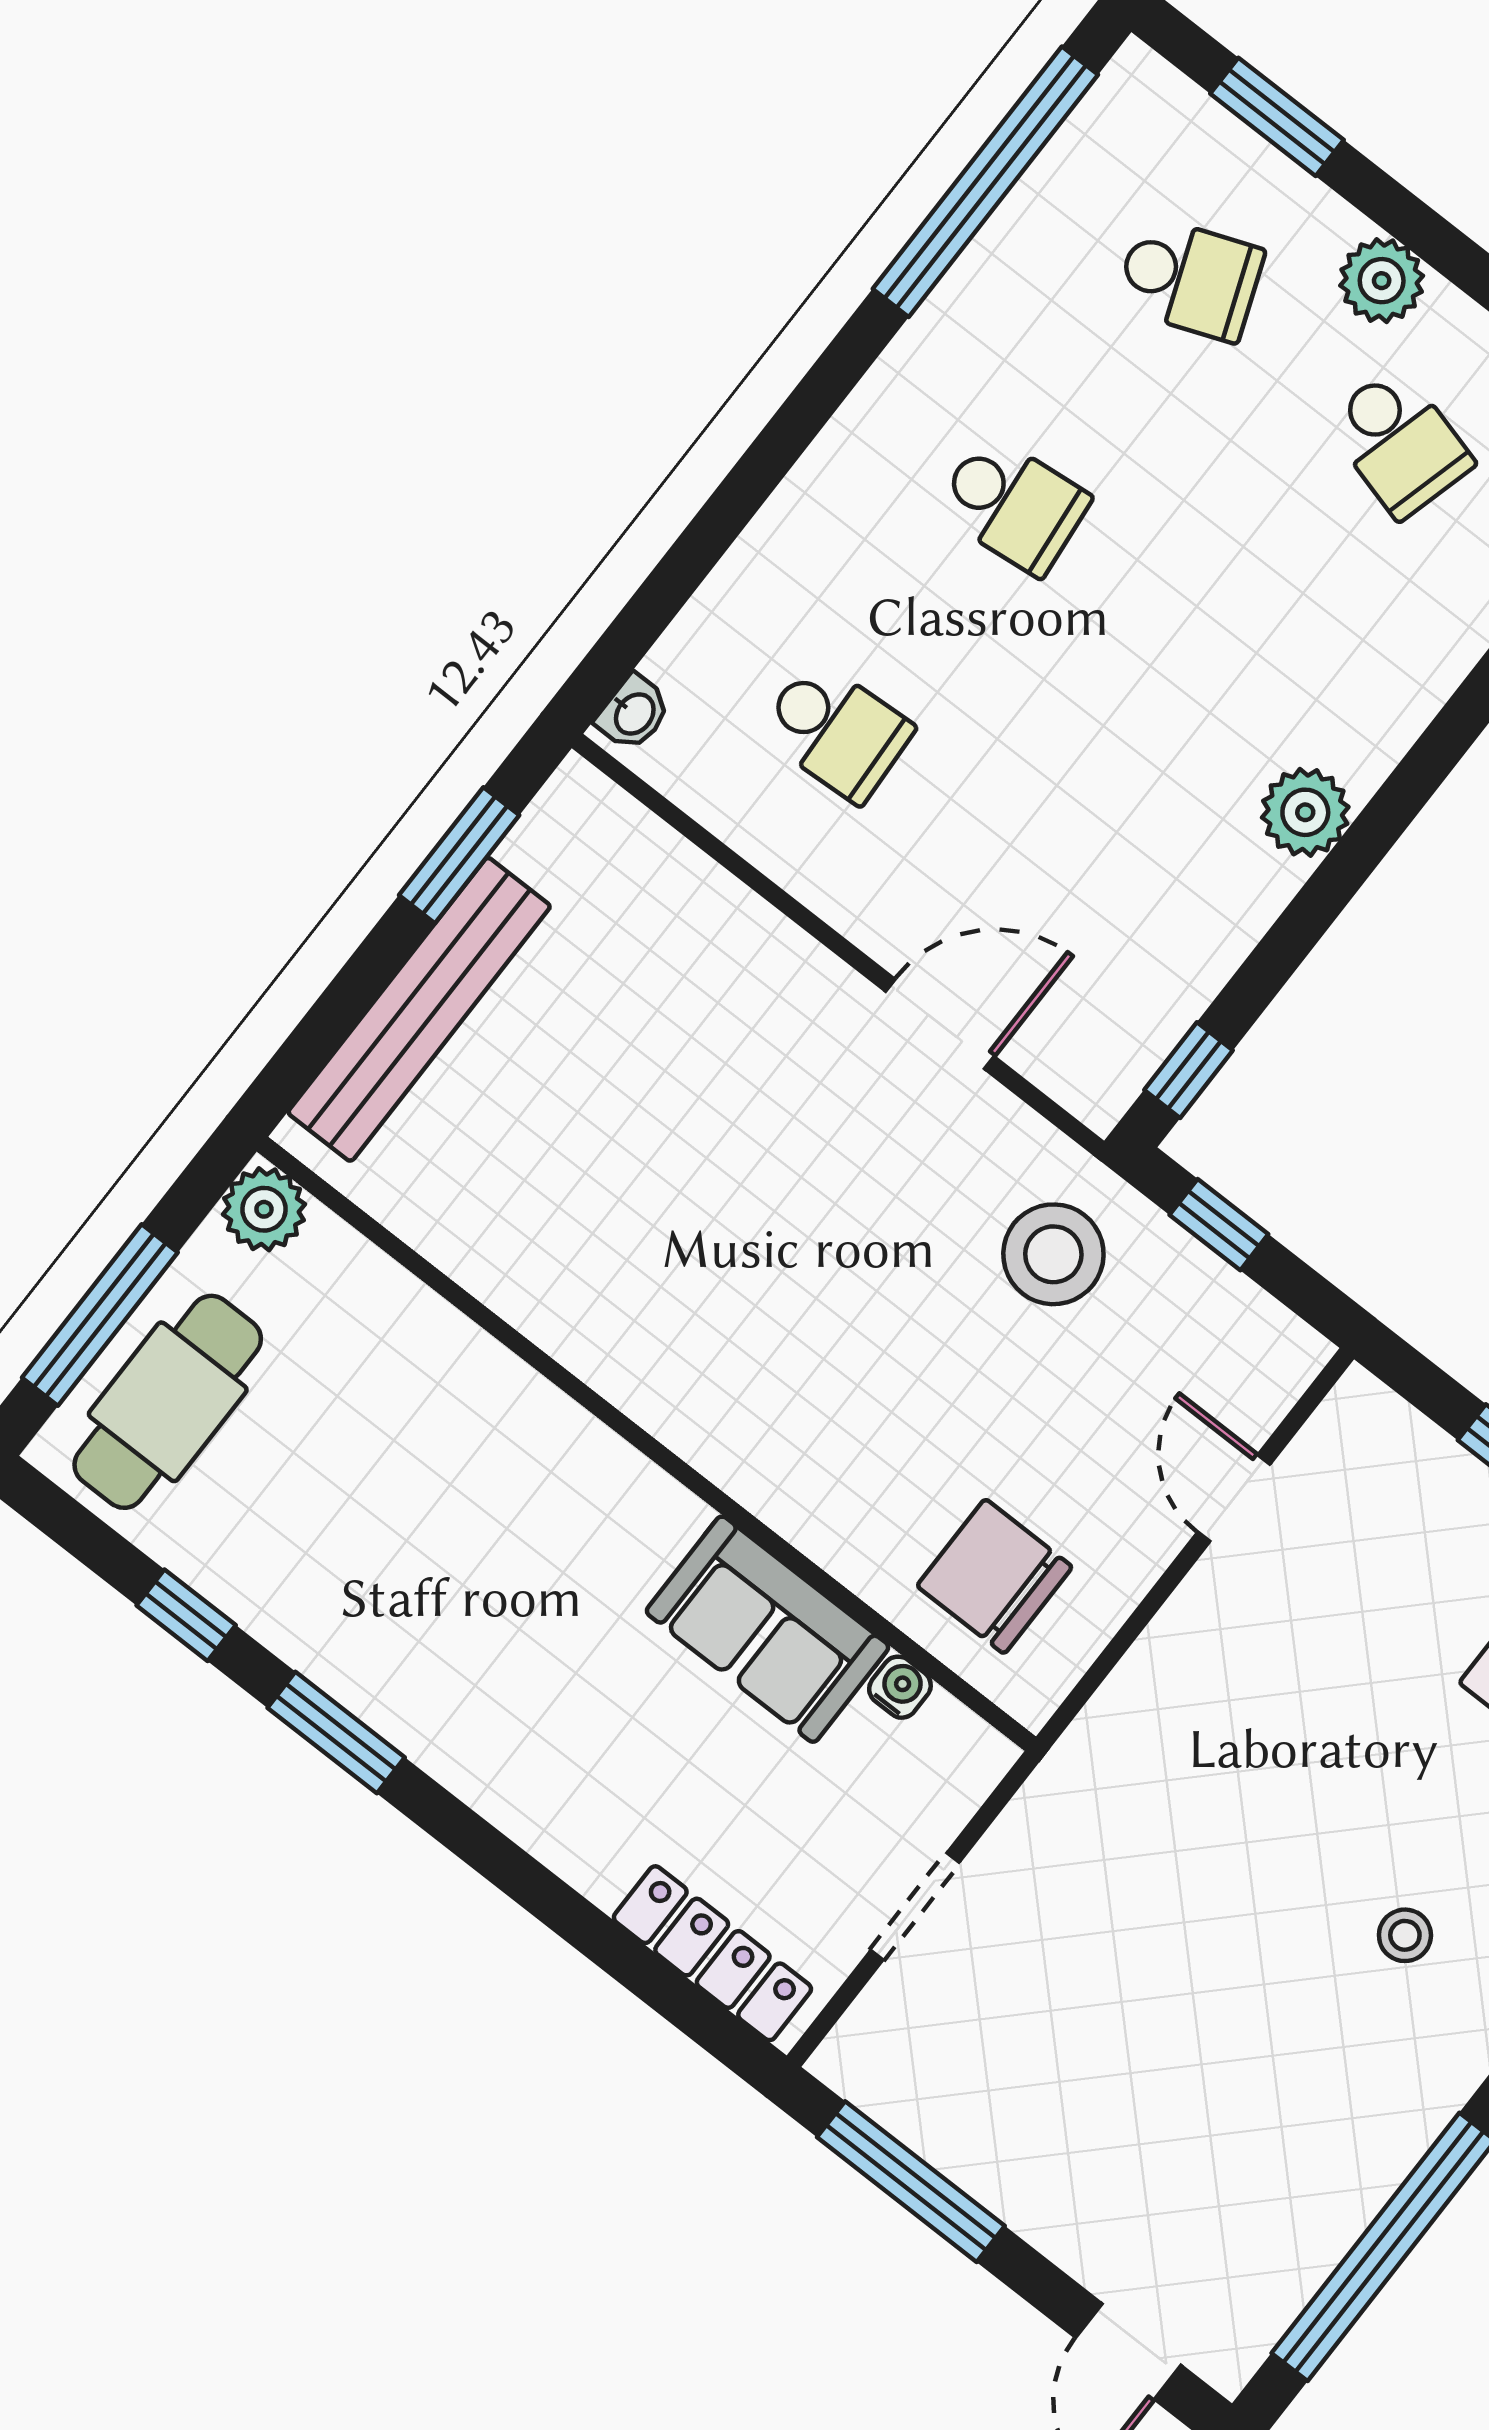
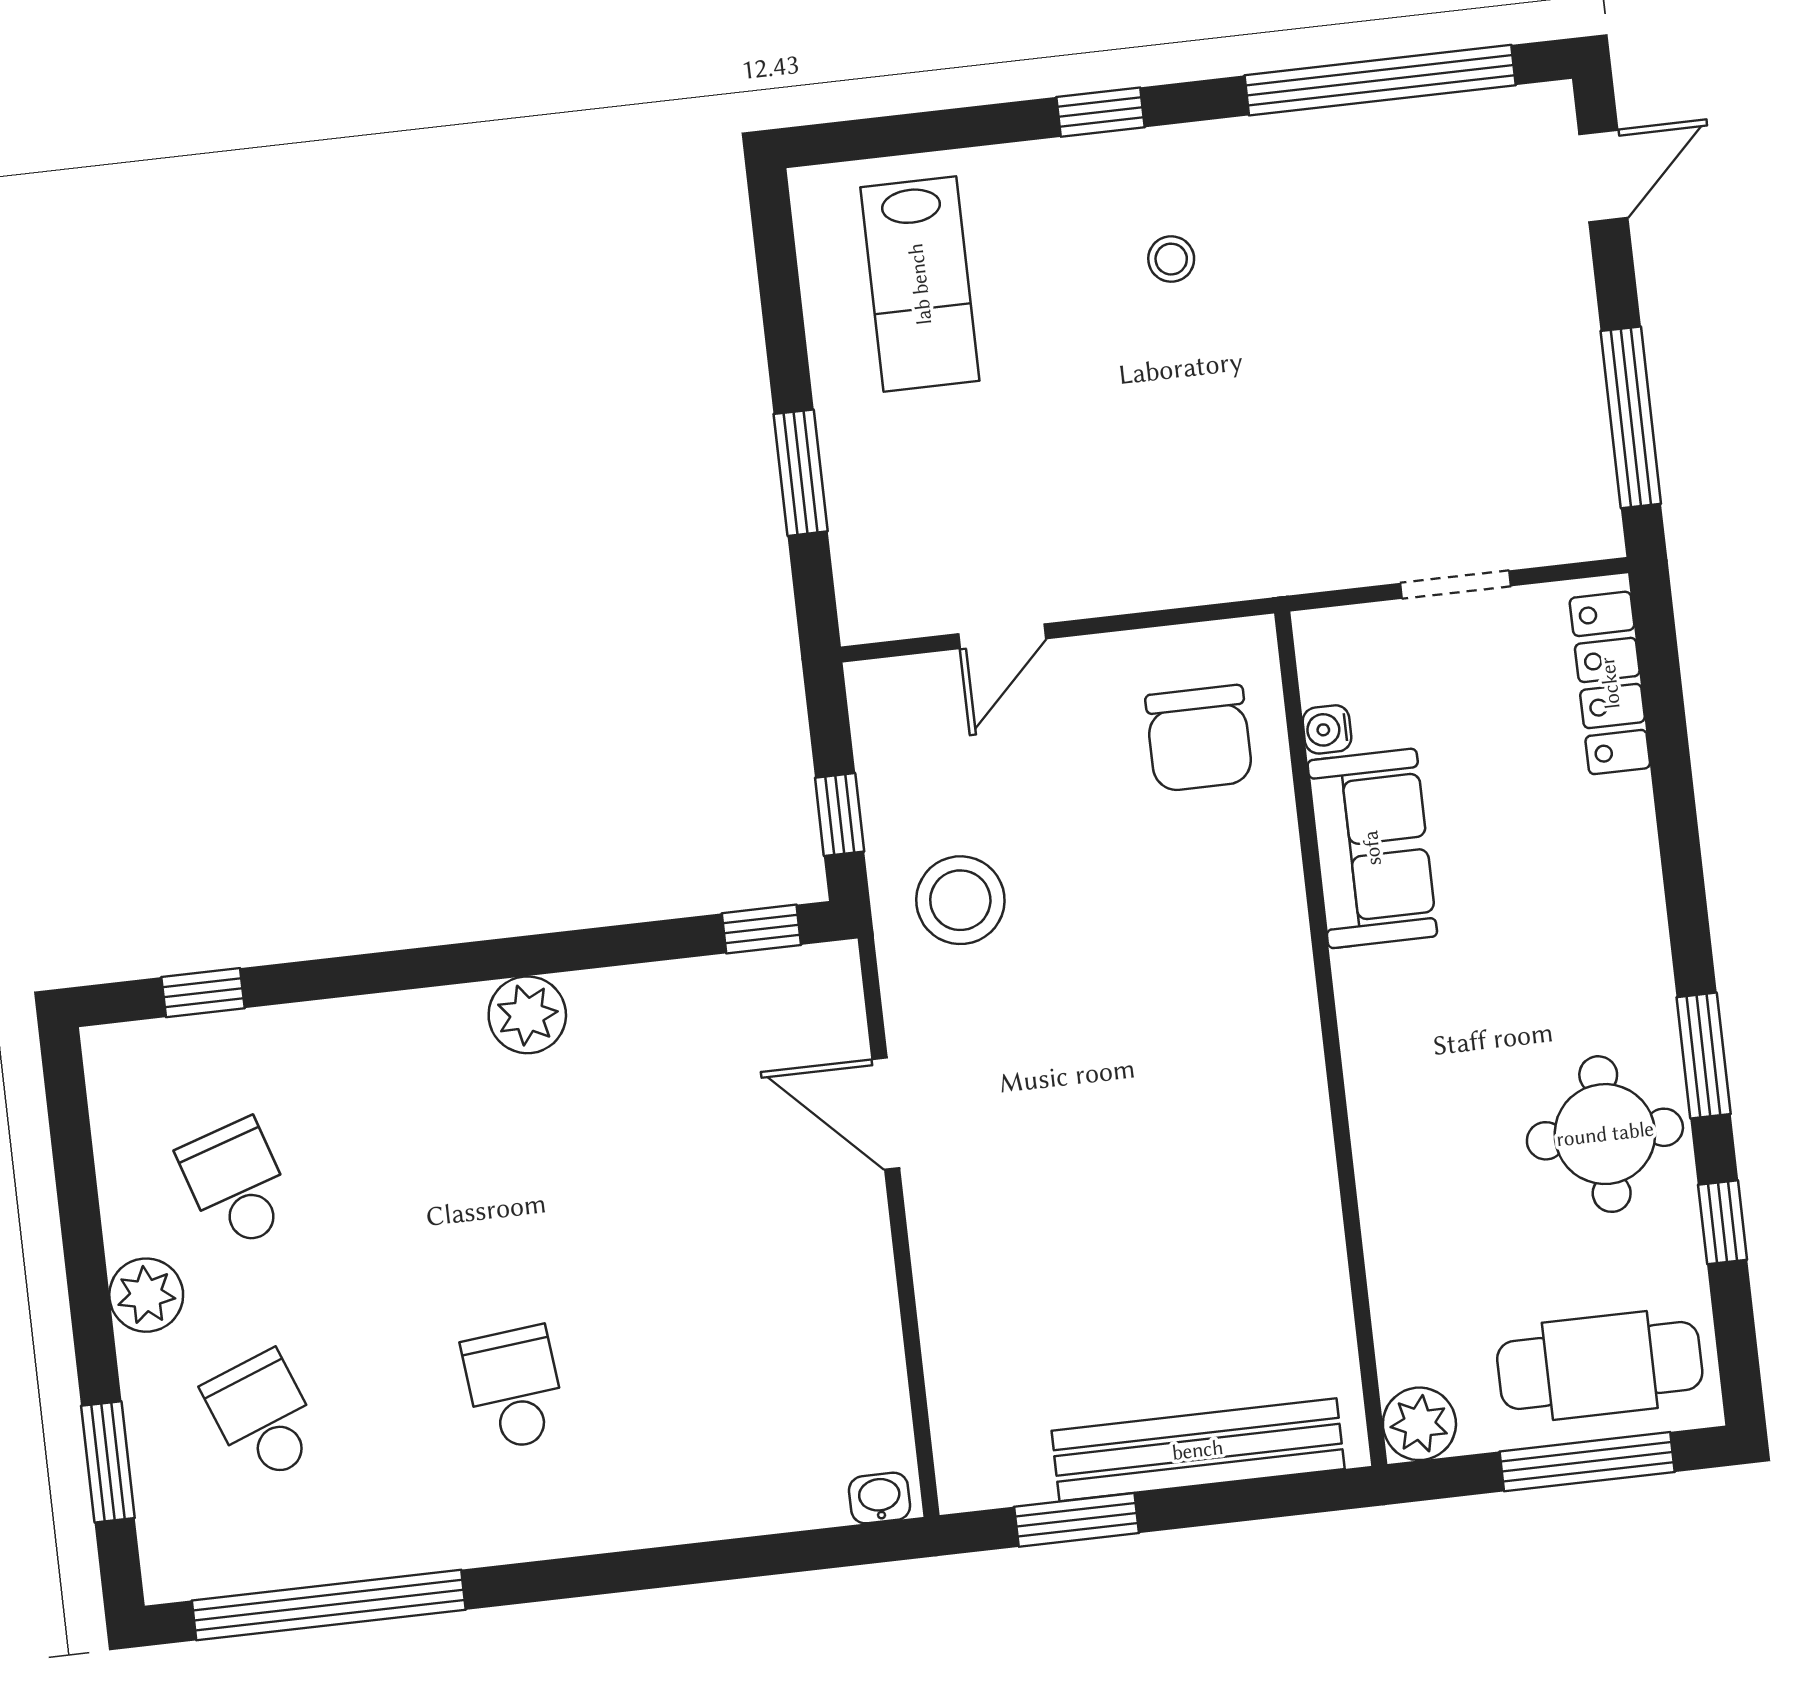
school desk: (1399, 442) -> (237, 1184), turned -33
school desk: (836, 731) -> (765, 1360), removed
round table: (351, 1590) -> (1605, 1134), added

